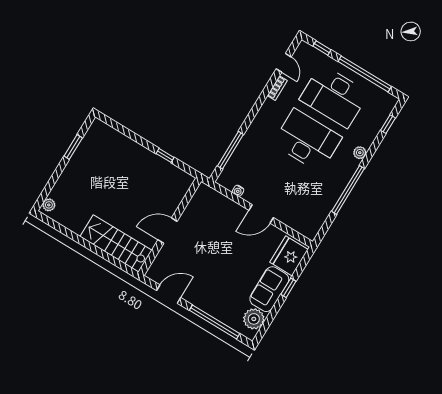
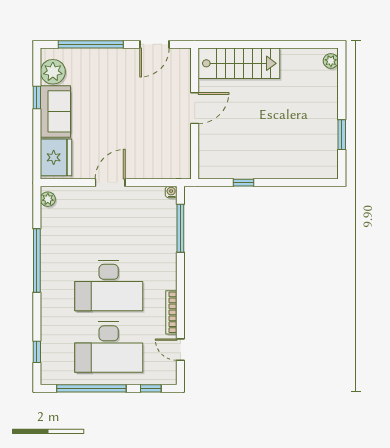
bookcase: (277, 88) -> (171, 312), width x1.56
desk: (334, 96) -> (109, 347), turned 180
plant: (360, 153) -> (48, 199), moved
water cooler: (238, 191) -> (171, 192), moved
window: (288, 288) -> (37, 97), moved

